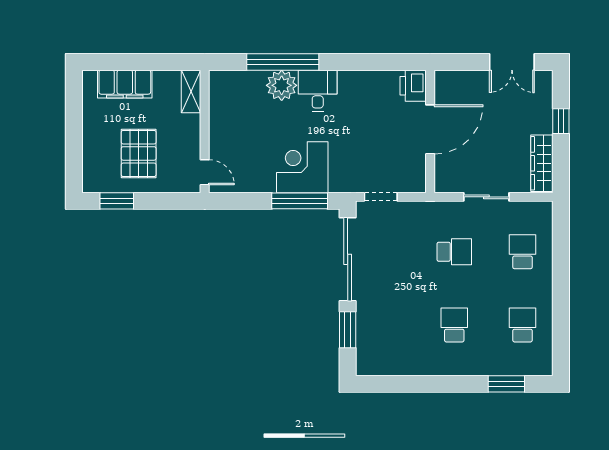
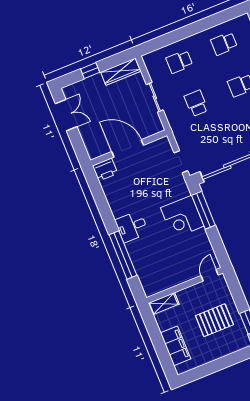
plant: (282, 85) -> (137, 250), removed

